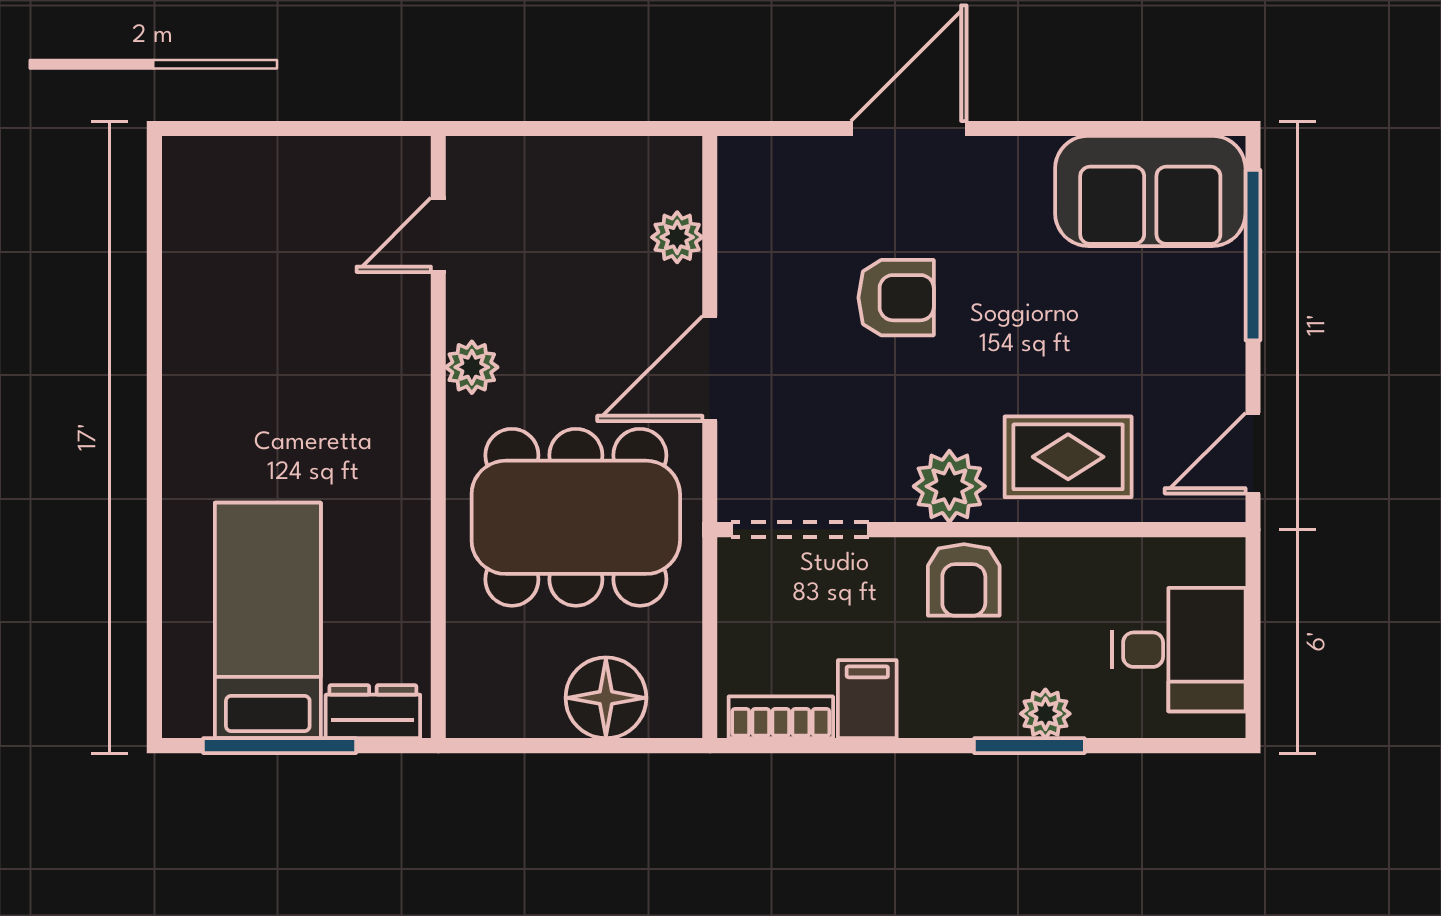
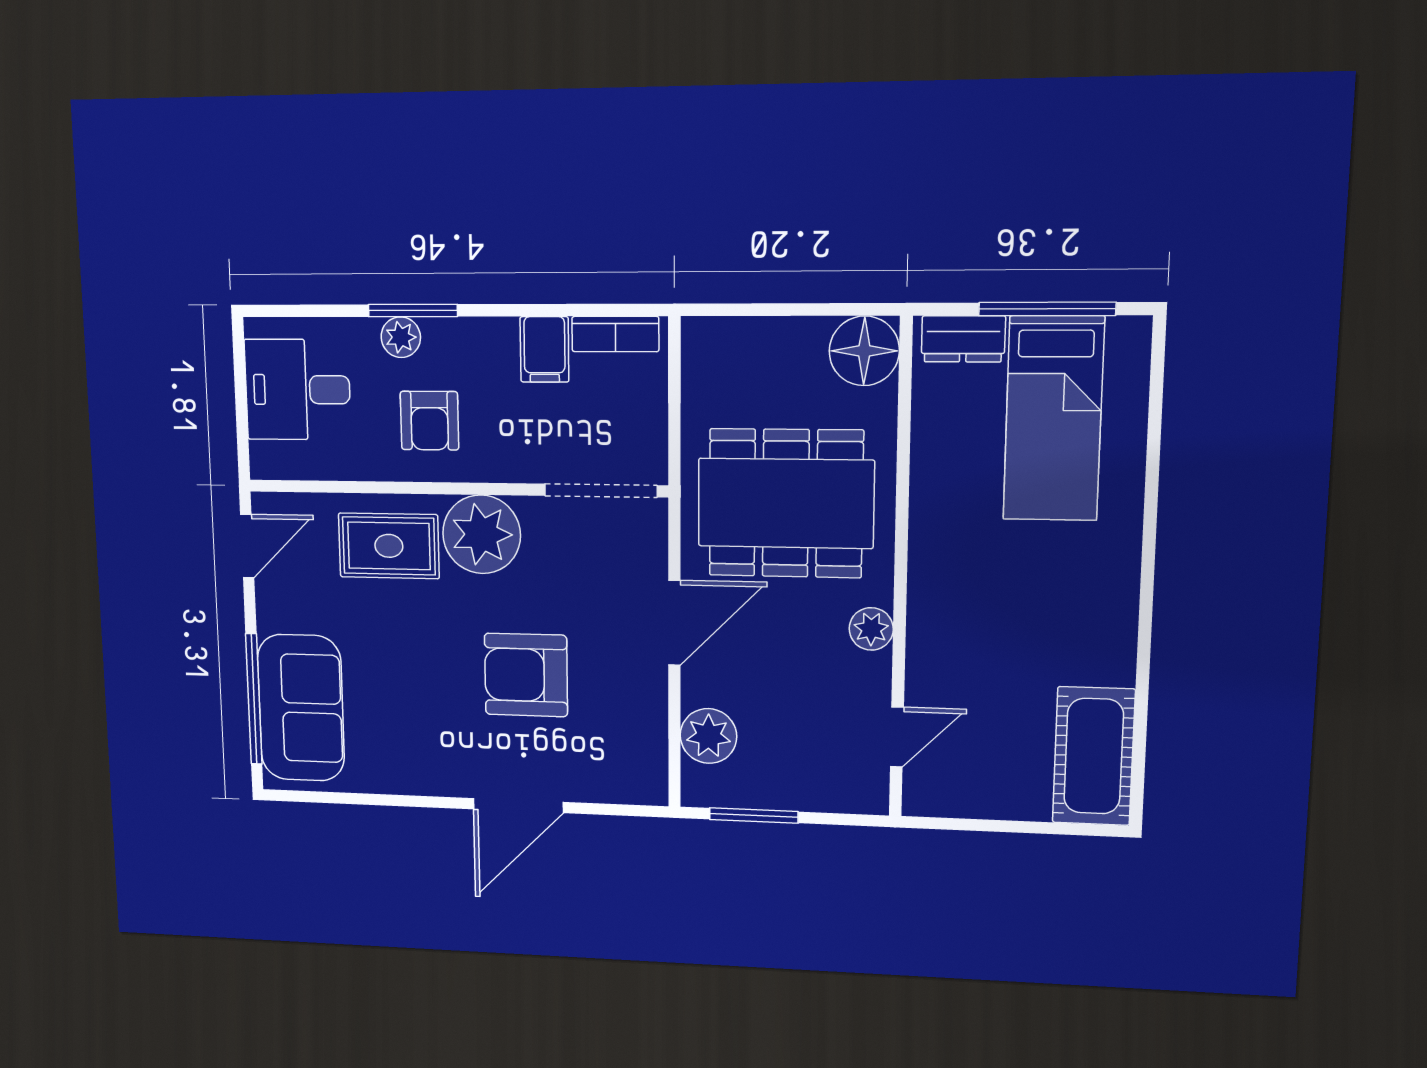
window: (611, 128) -> (754, 816), added
sofa: (1150, 191) -> (301, 708), moved, turned 90
cot: (206, 220) -> (1094, 756), added
plant: (677, 237) -> (708, 736), width x1.38, depth x1.38
armchair: (896, 298) -> (526, 675), width x1.38, depth x1.38
plant: (949, 486) -> (482, 534), width x1.36, depth x1.36
armchair: (964, 580) -> (429, 421), moved, turned 180
floor lamp: (606, 698) -> (864, 351), moved

